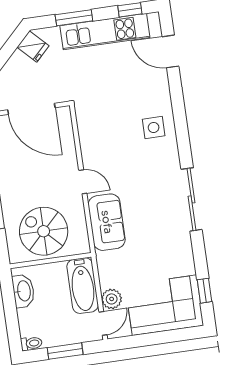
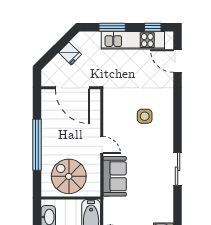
fridge: (33, 46) -> (70, 53), moved
side table: (154, 127) -> (145, 116), moved
sliding door: (192, 199) -> (178, 169), width x0.73

